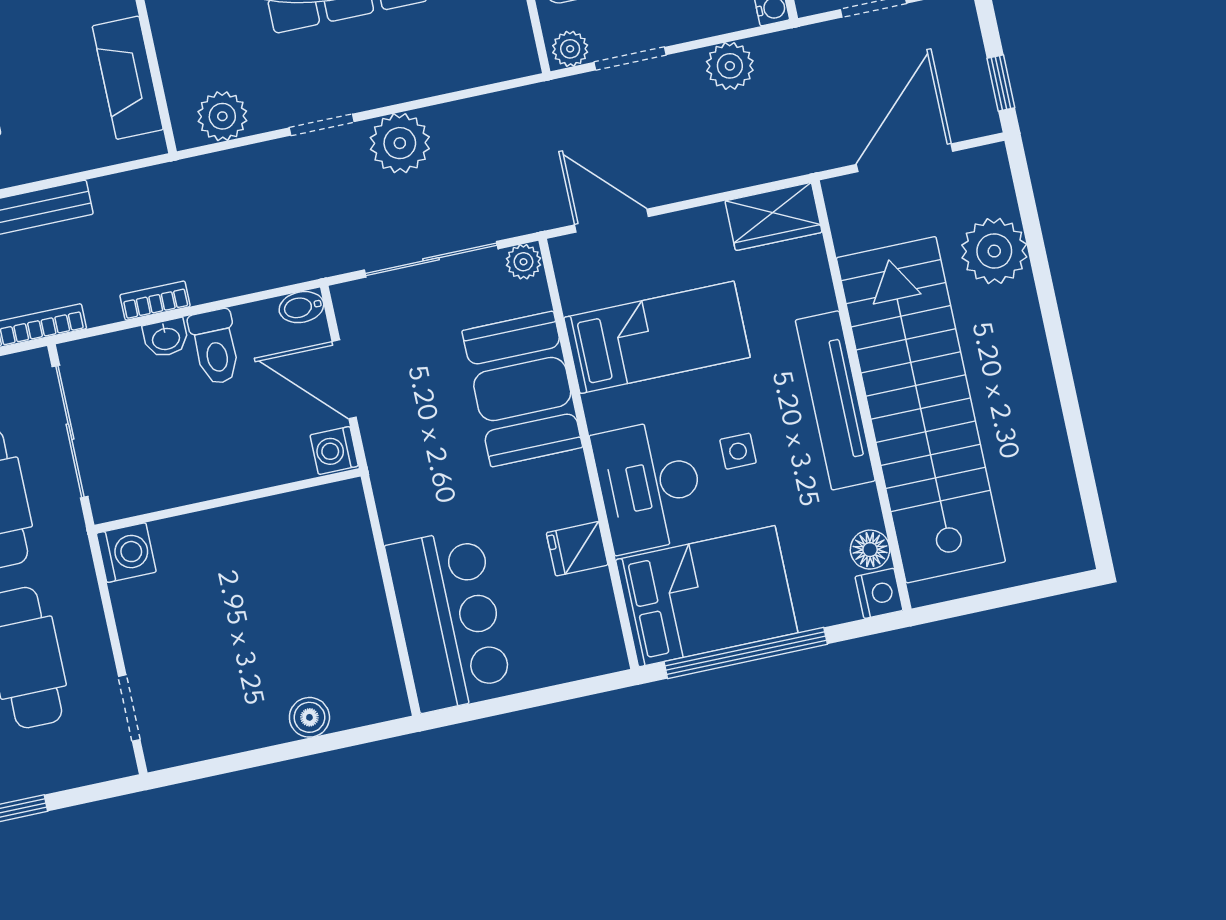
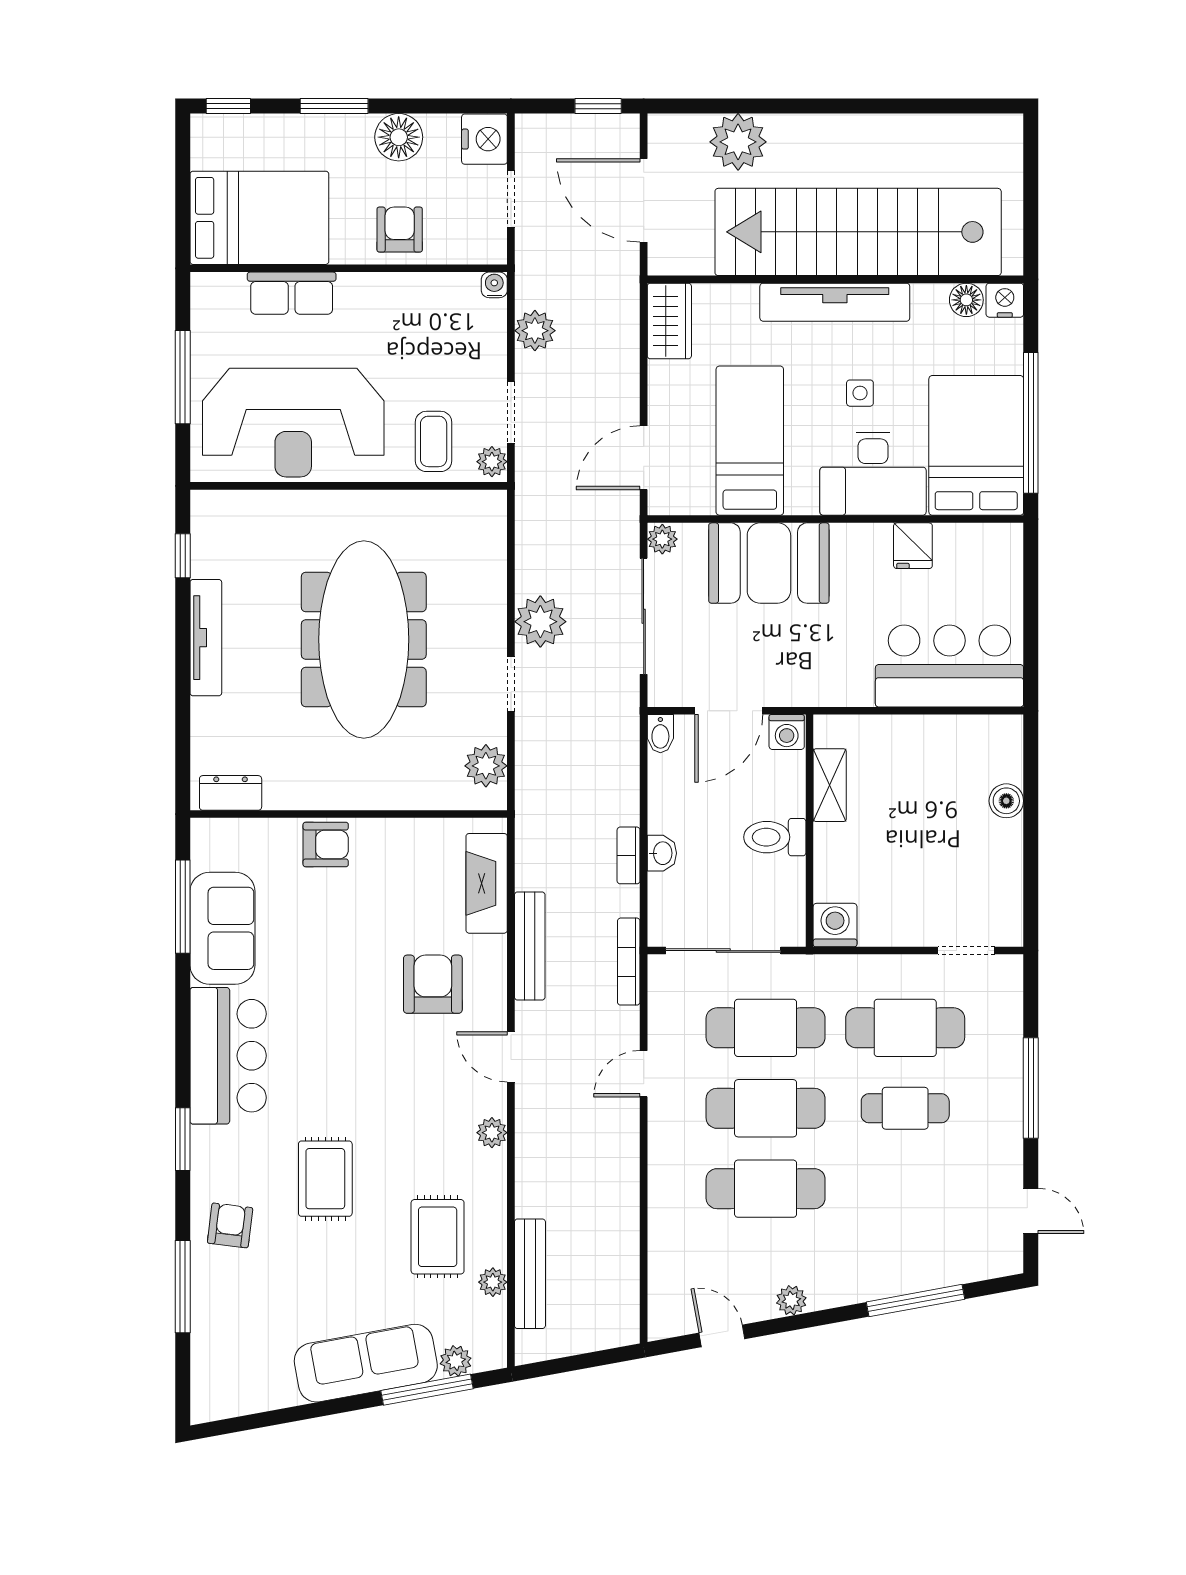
fireplace: (128, 78) -> (487, 883), moved, turned 90
toilet: (215, 347) -> (775, 837), moved, turned 180
shelving: (284, 512) -> (830, 785), added

